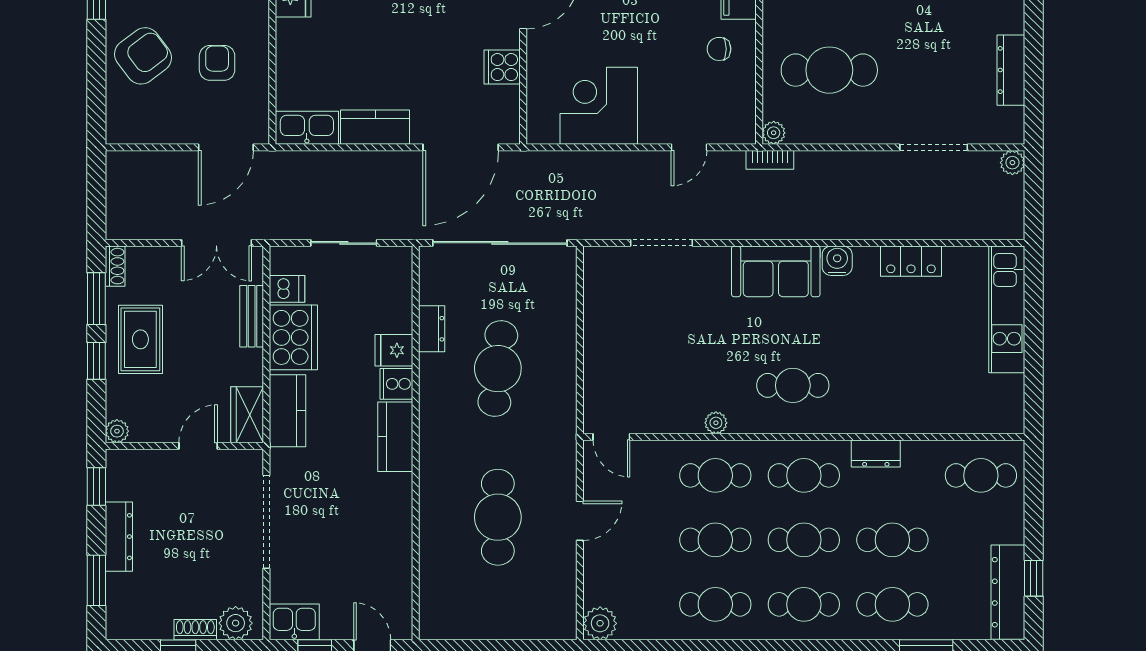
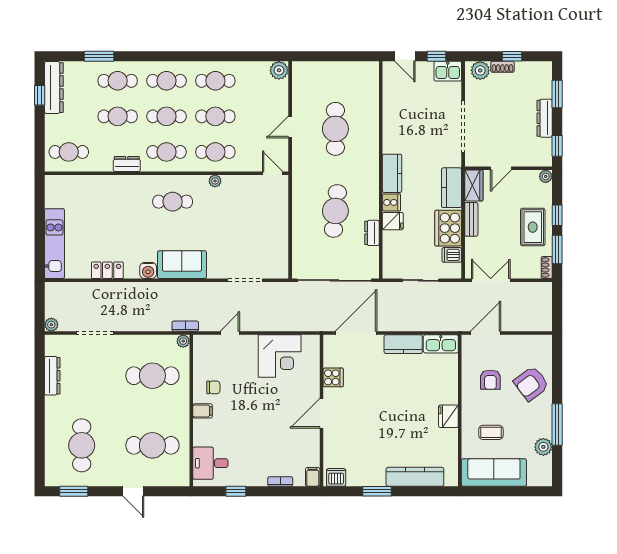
bench: (252, 316) -> (471, 219), moved

